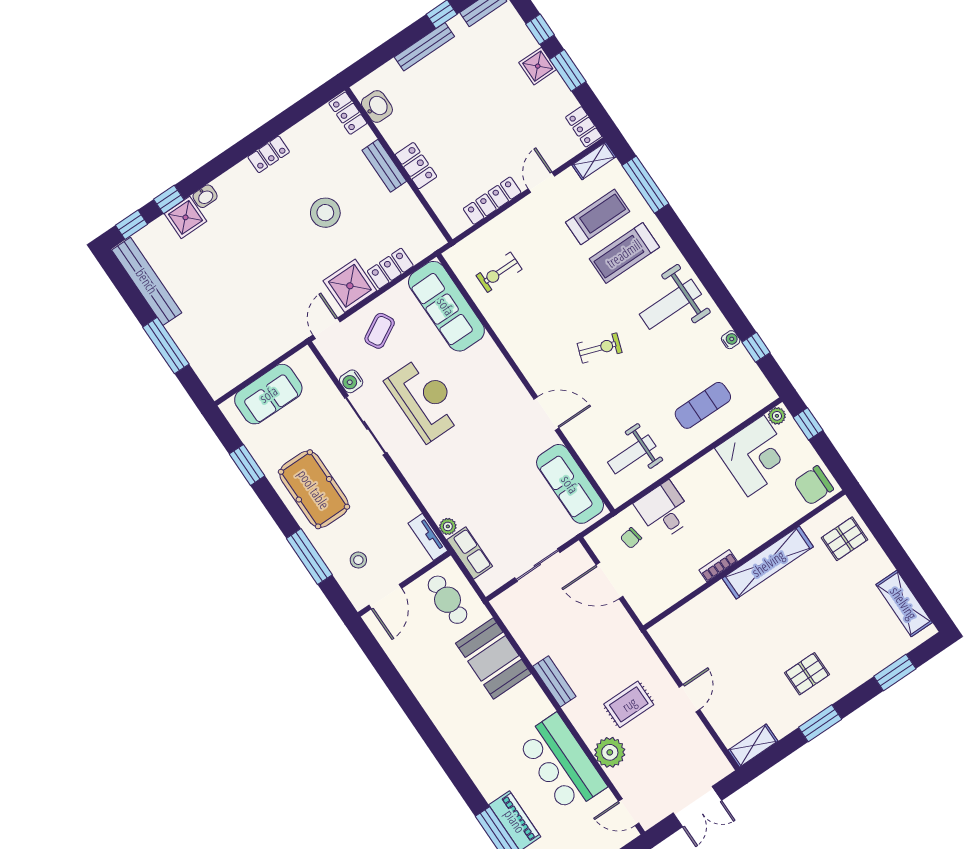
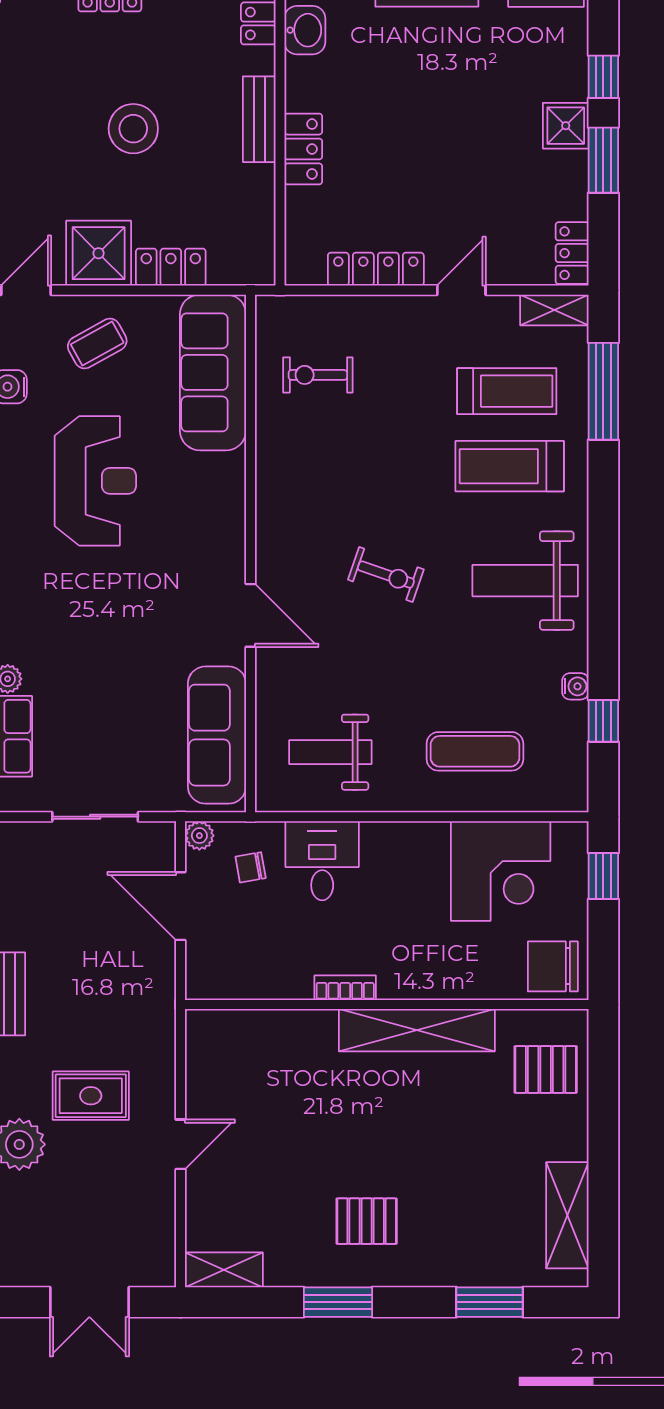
plant: (777, 416) -> (199, 836), moved

